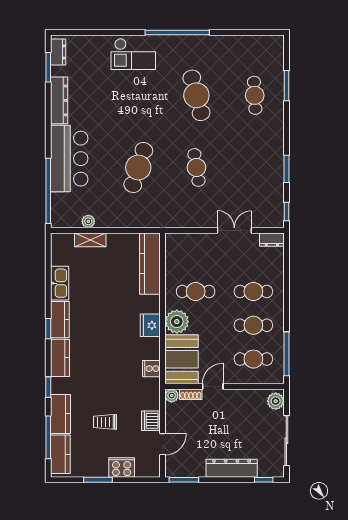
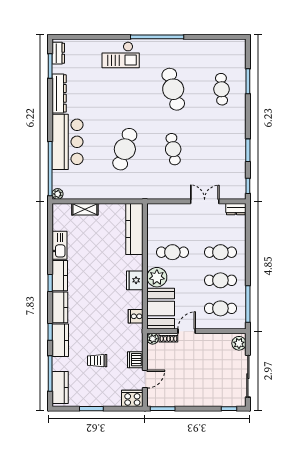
plant: (88, 221) -> (58, 194), moved
kitchen counter: (61, 414) -> (60, 340), moved
cooker: (122, 467) -> (132, 398), moved
dresser: (232, 468) -> (202, 399), removed

